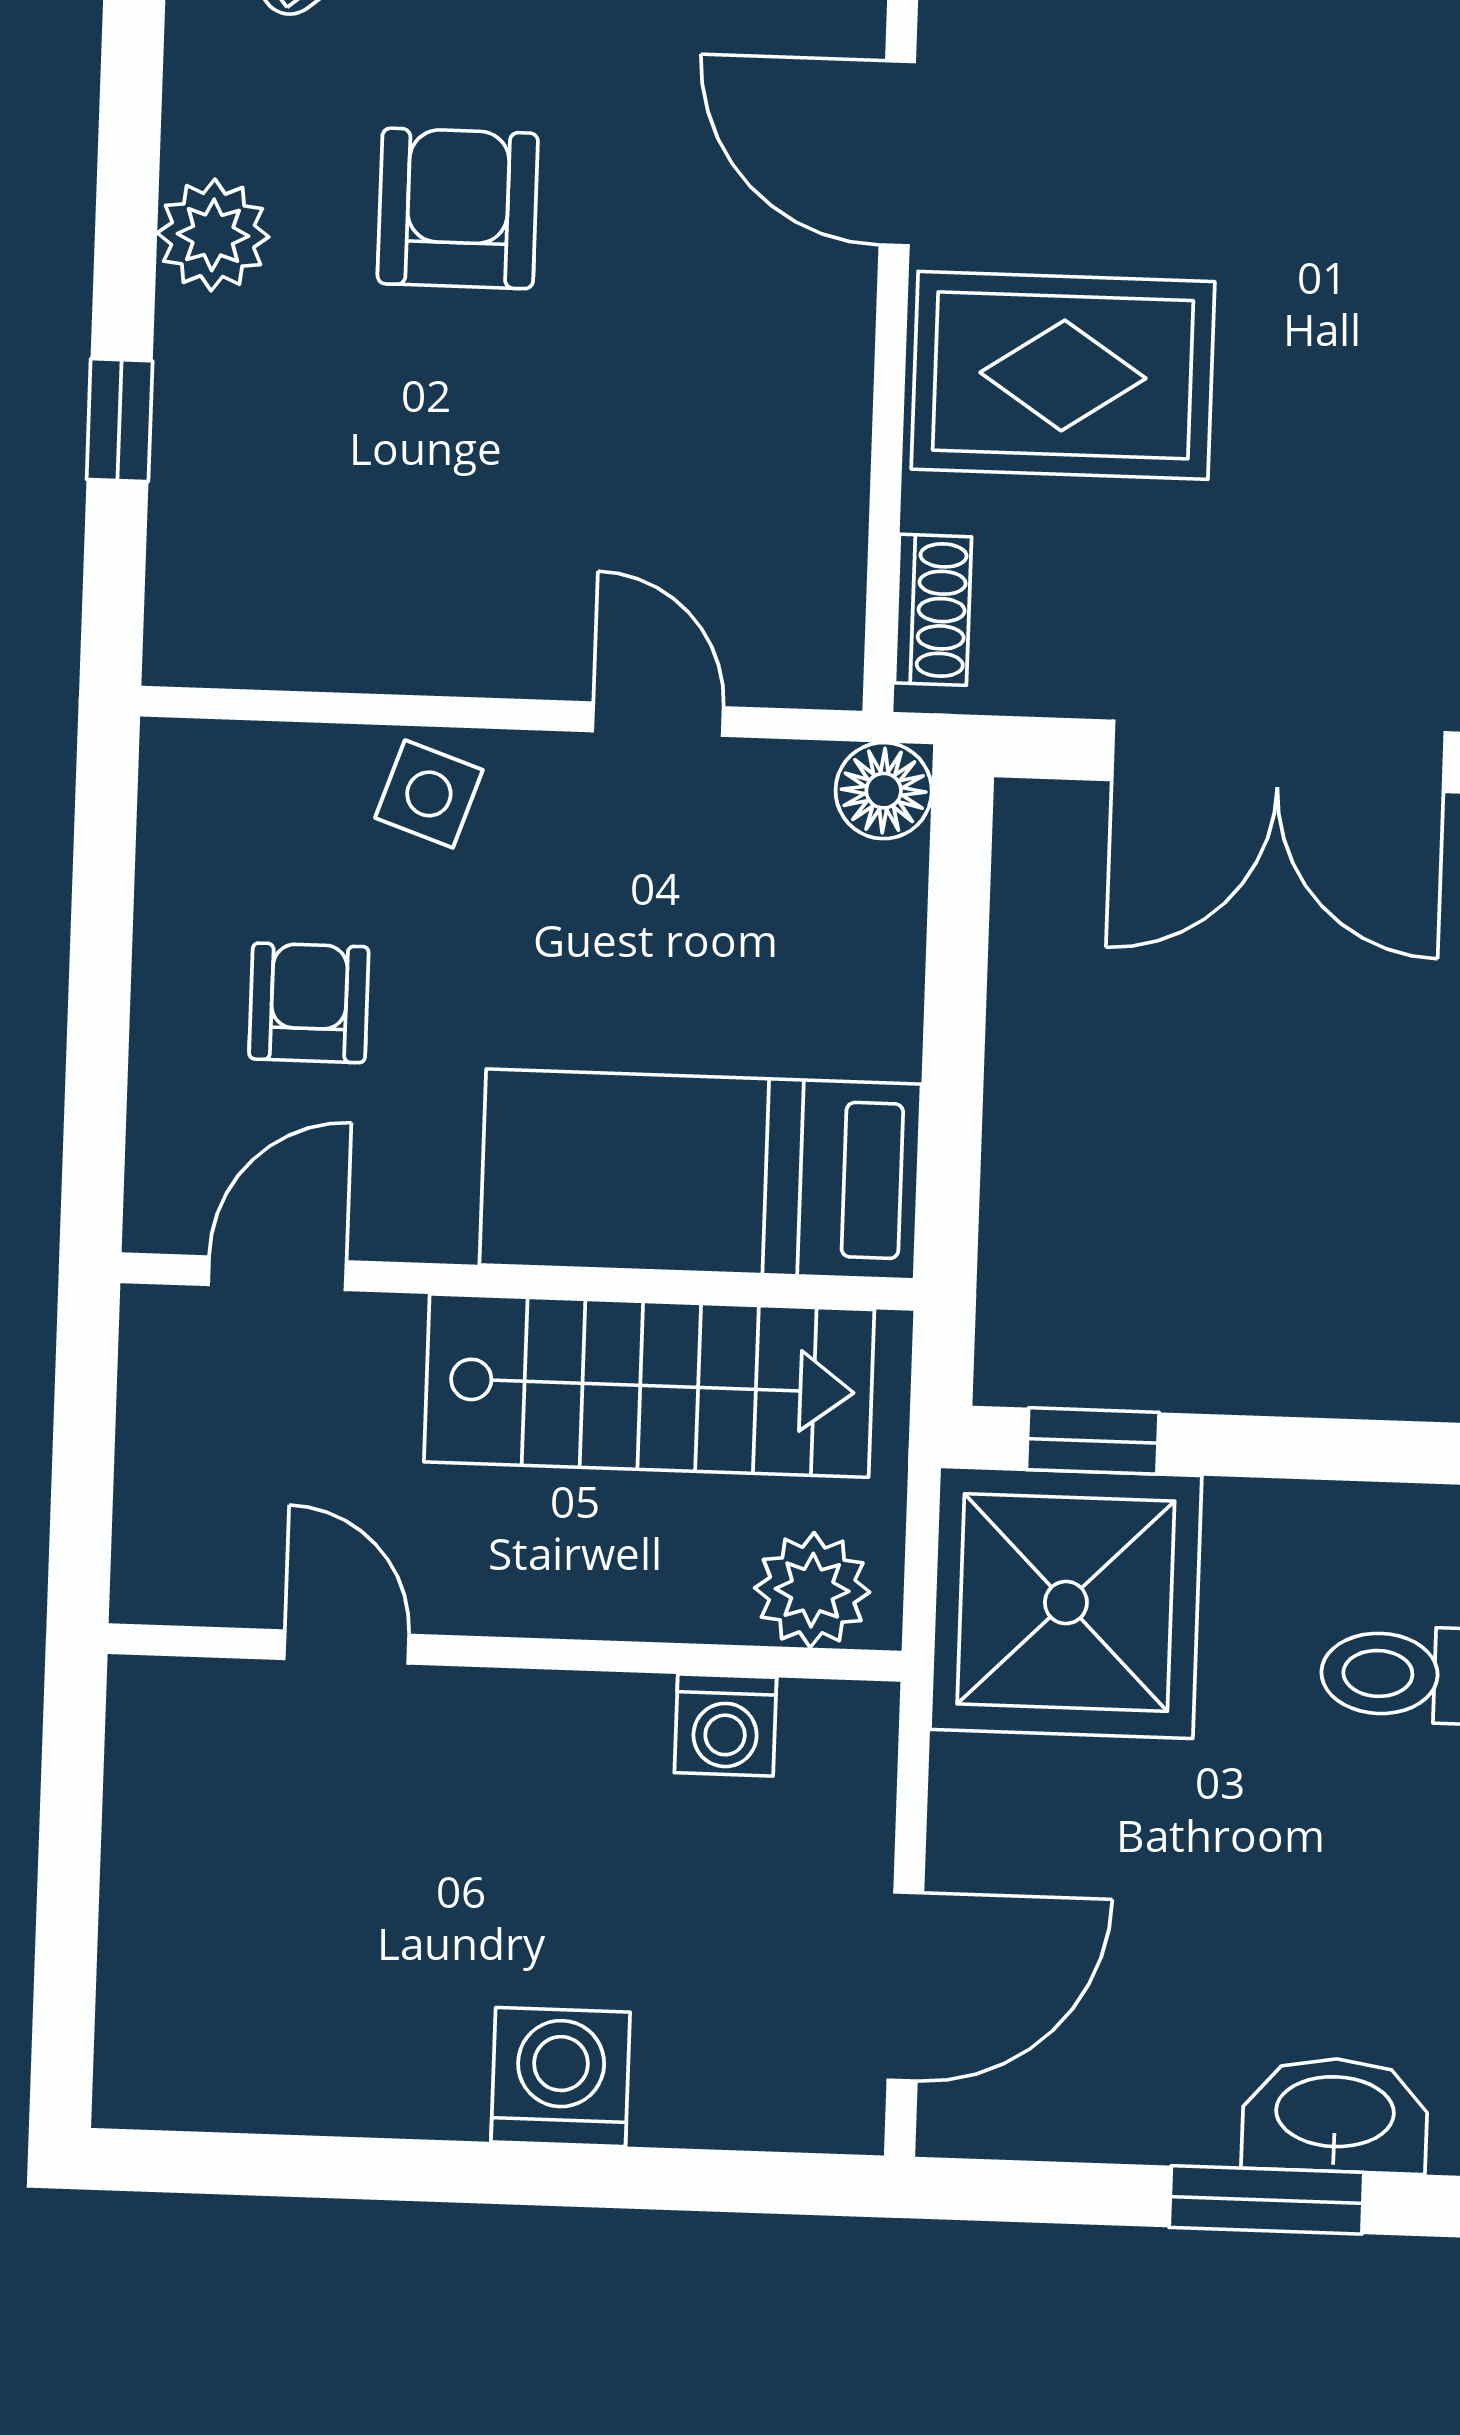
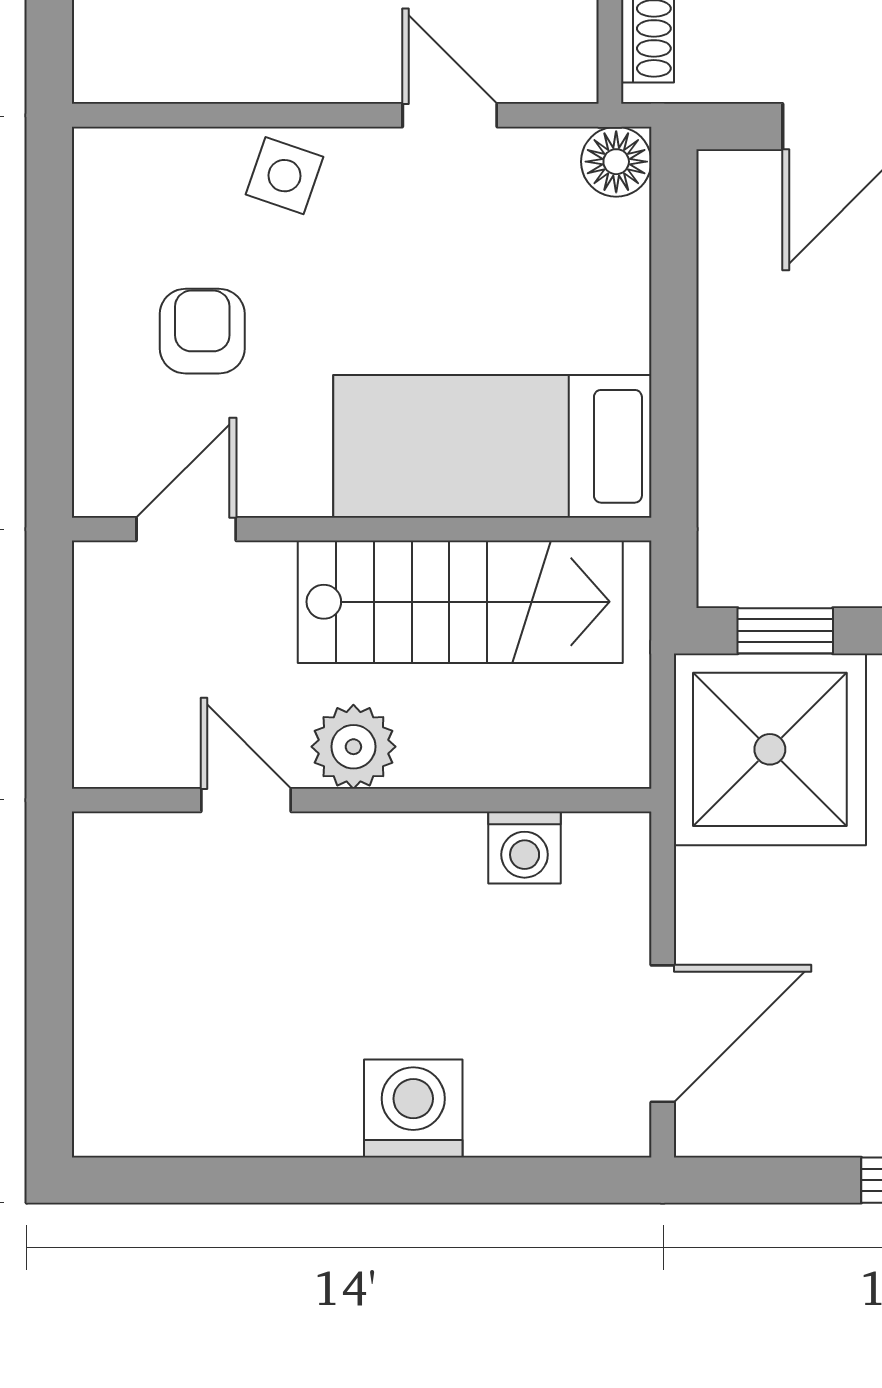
plant: (812, 1590) -> (353, 747), moved

